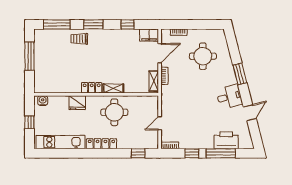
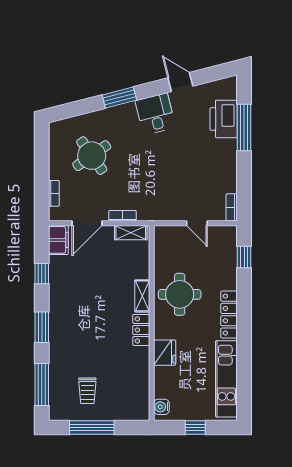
trolley: (79, 39) -> (87, 391), moved
door: (160, 53) -> (87, 223), swing flipped
round table: (203, 56) -> (92, 156), turned -35
window: (192, 153) -> (244, 173), removed

